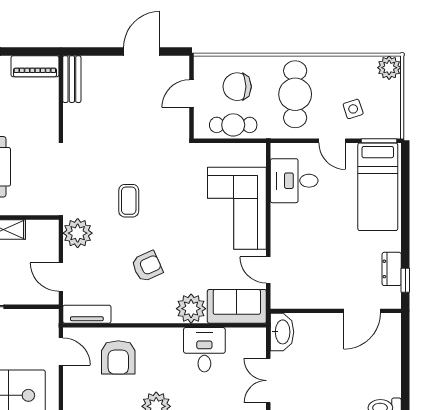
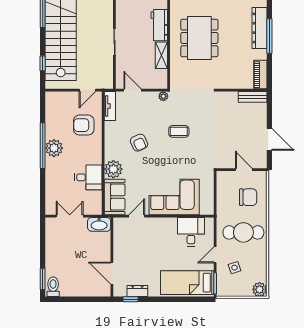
chair: (237, 87) -> (248, 197), turned 90
cafe table: (233, 125) -> (225, 195), removed
plant: (78, 233) -> (163, 96), width x0.53, depth x0.53
door: (61, 277) -> (132, 90), hinge flipped

